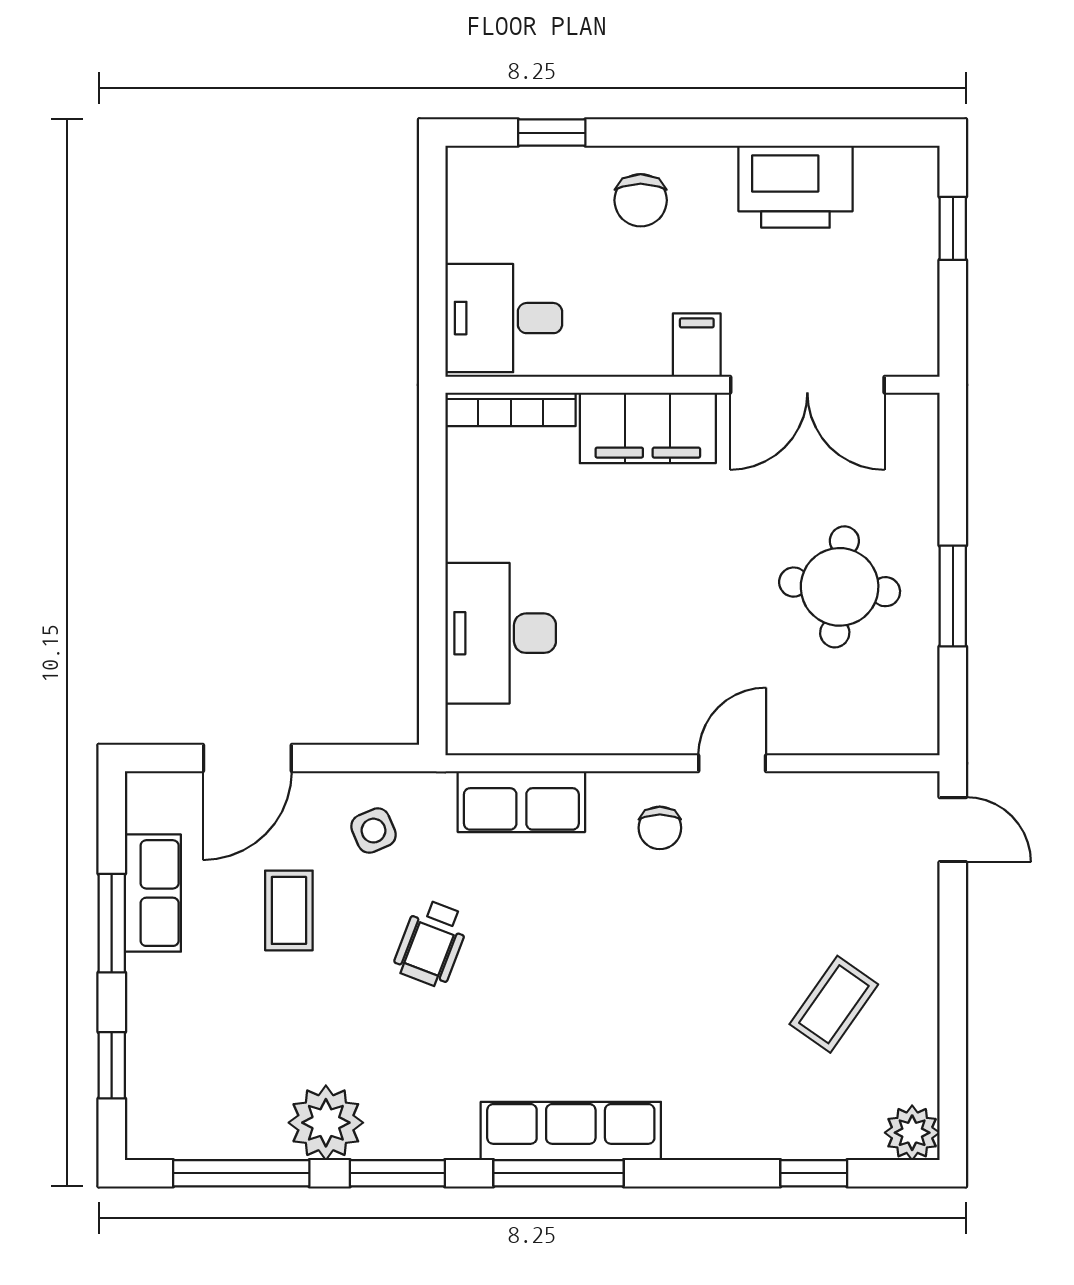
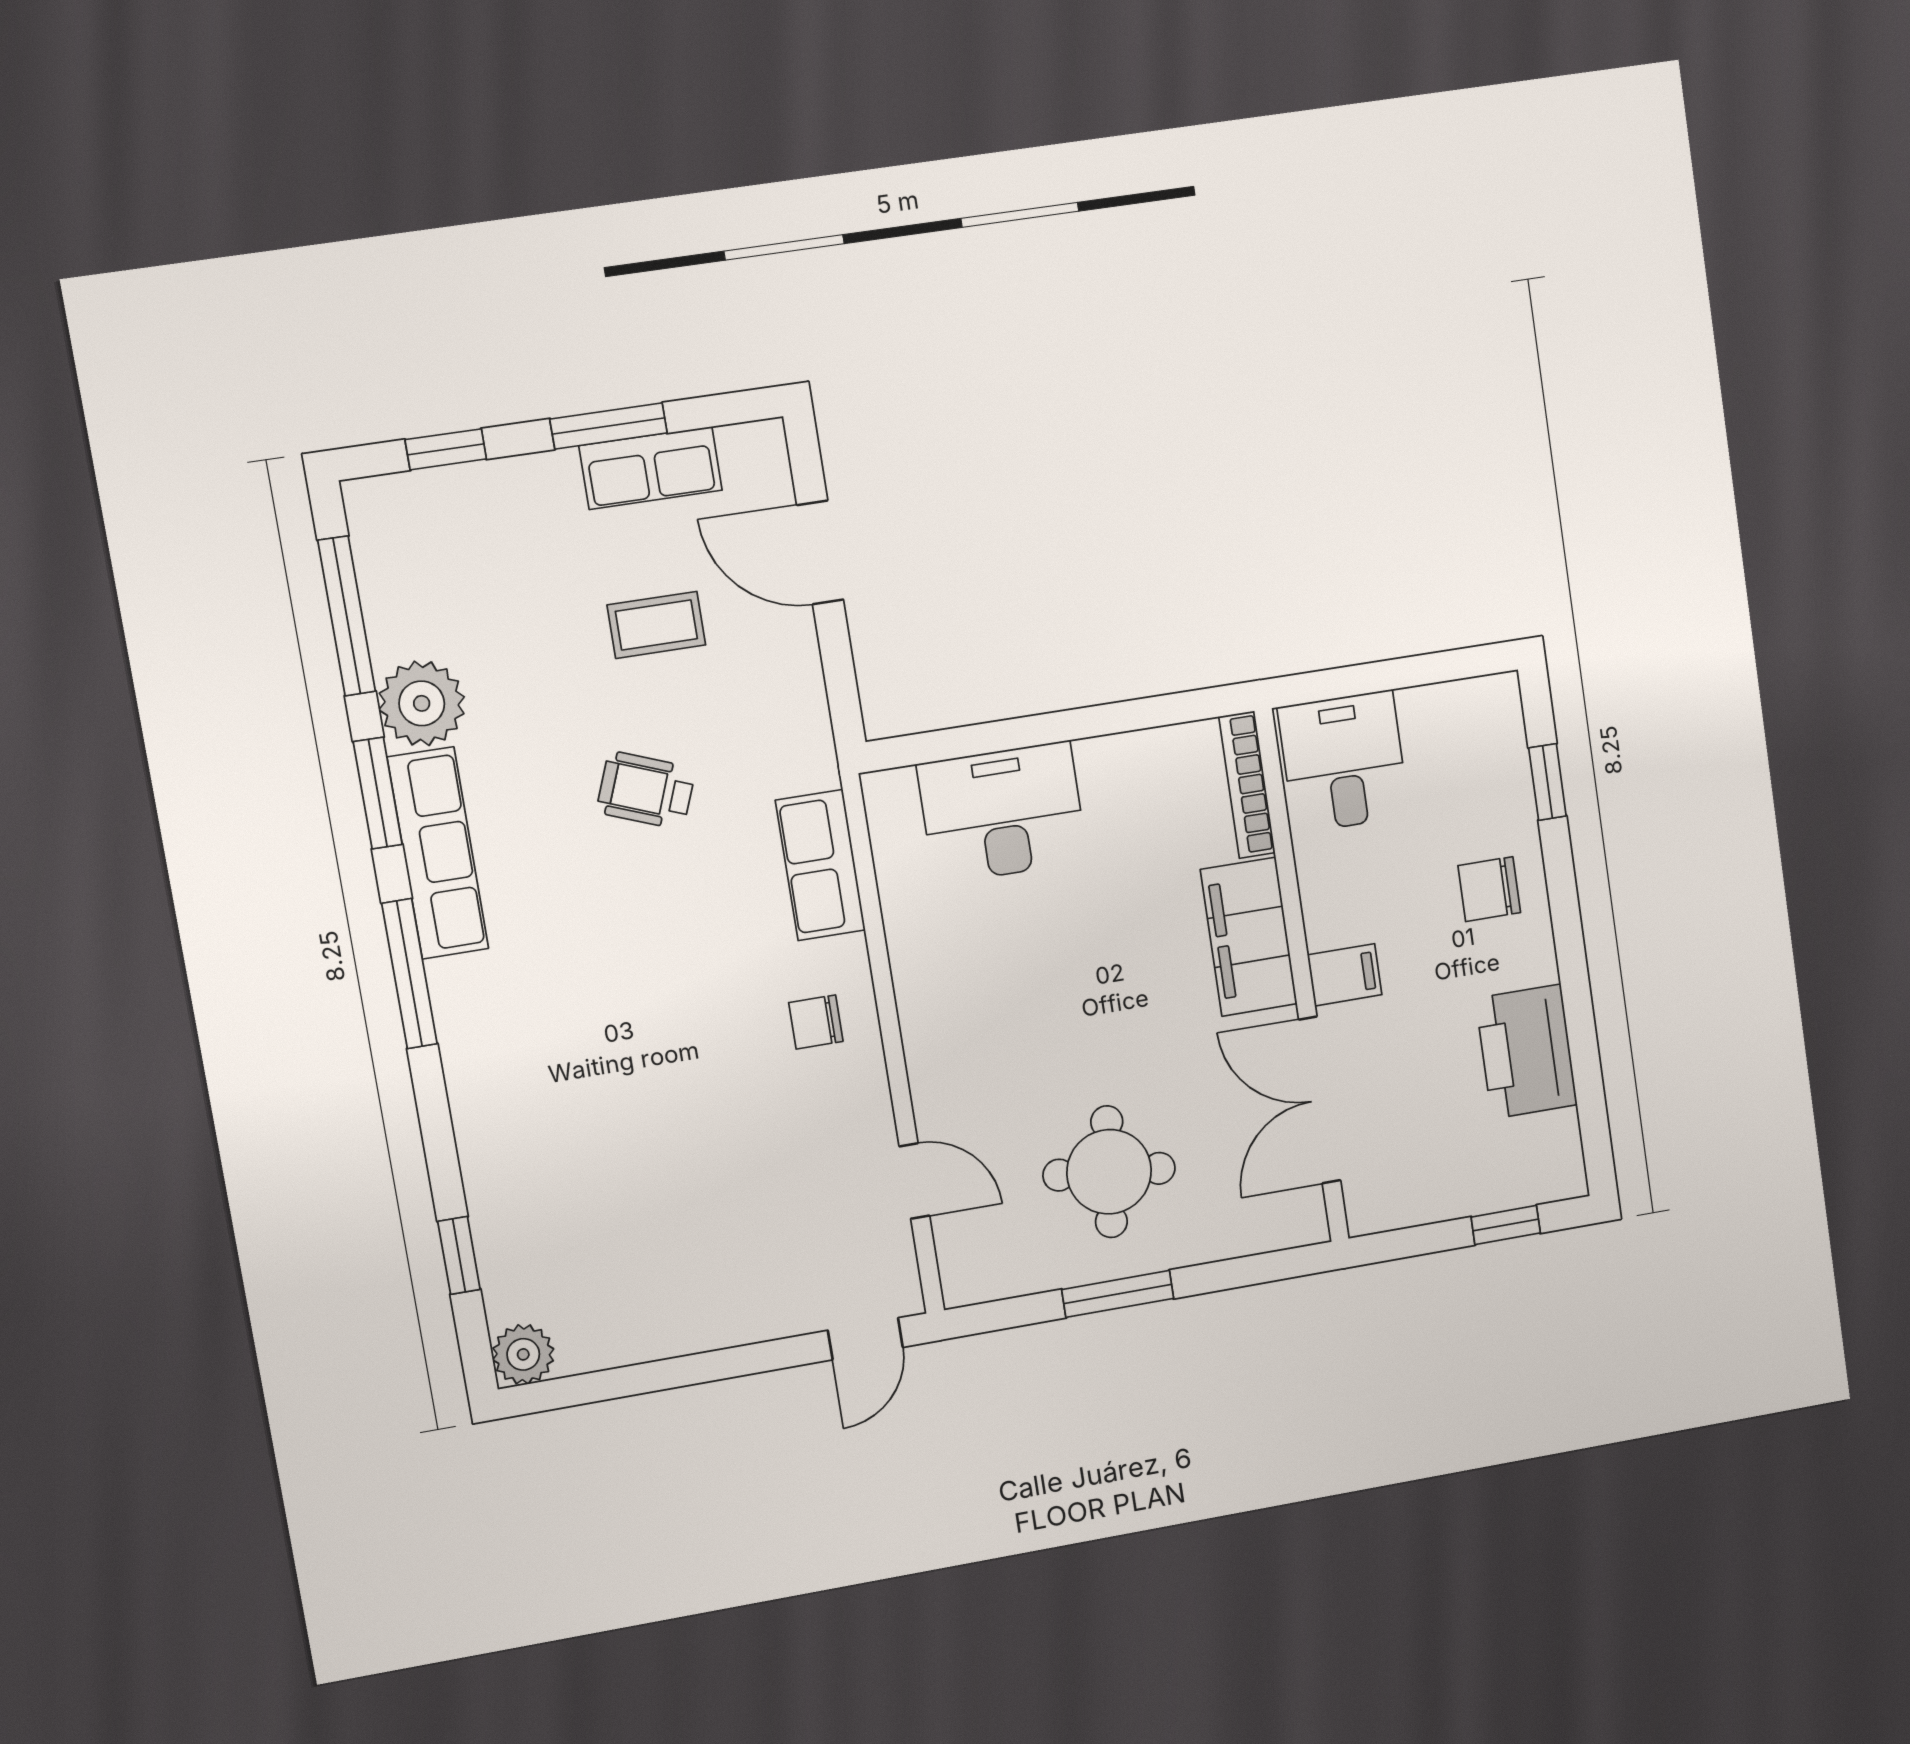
door: (732, 763) -> (914, 1181), moved
side table: (374, 831) -> (762, 706), removed
coffee table: (834, 1004) -> (652, 1245), removed
row of seats: (571, 1131) -> (438, 853), moved

